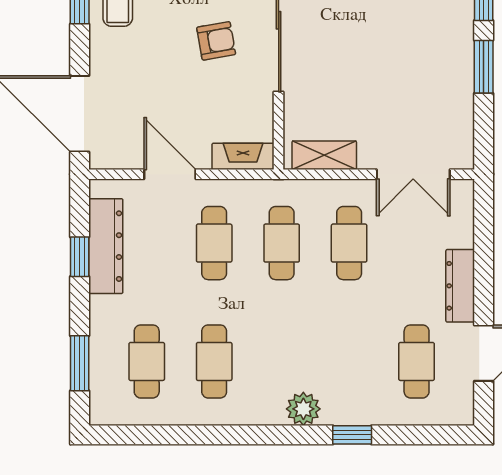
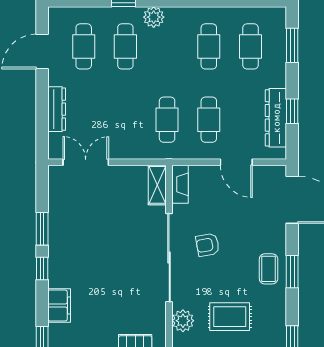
shelving: (324, 155) -> (157, 185), moved, turned 90
fireplace: (243, 156) -> (180, 184), moved, turned -90
cafe table: (349, 243) -> (125, 46), moved
dresser: (460, 286) -> (57, 109), moved

